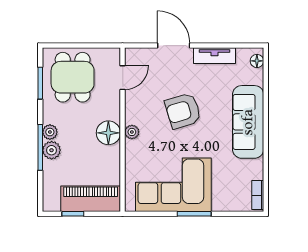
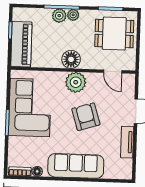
floor lamp: (257, 61) -> (37, 171), moved
plant: (132, 132) -> (76, 82), width x1.88, depth x1.88

